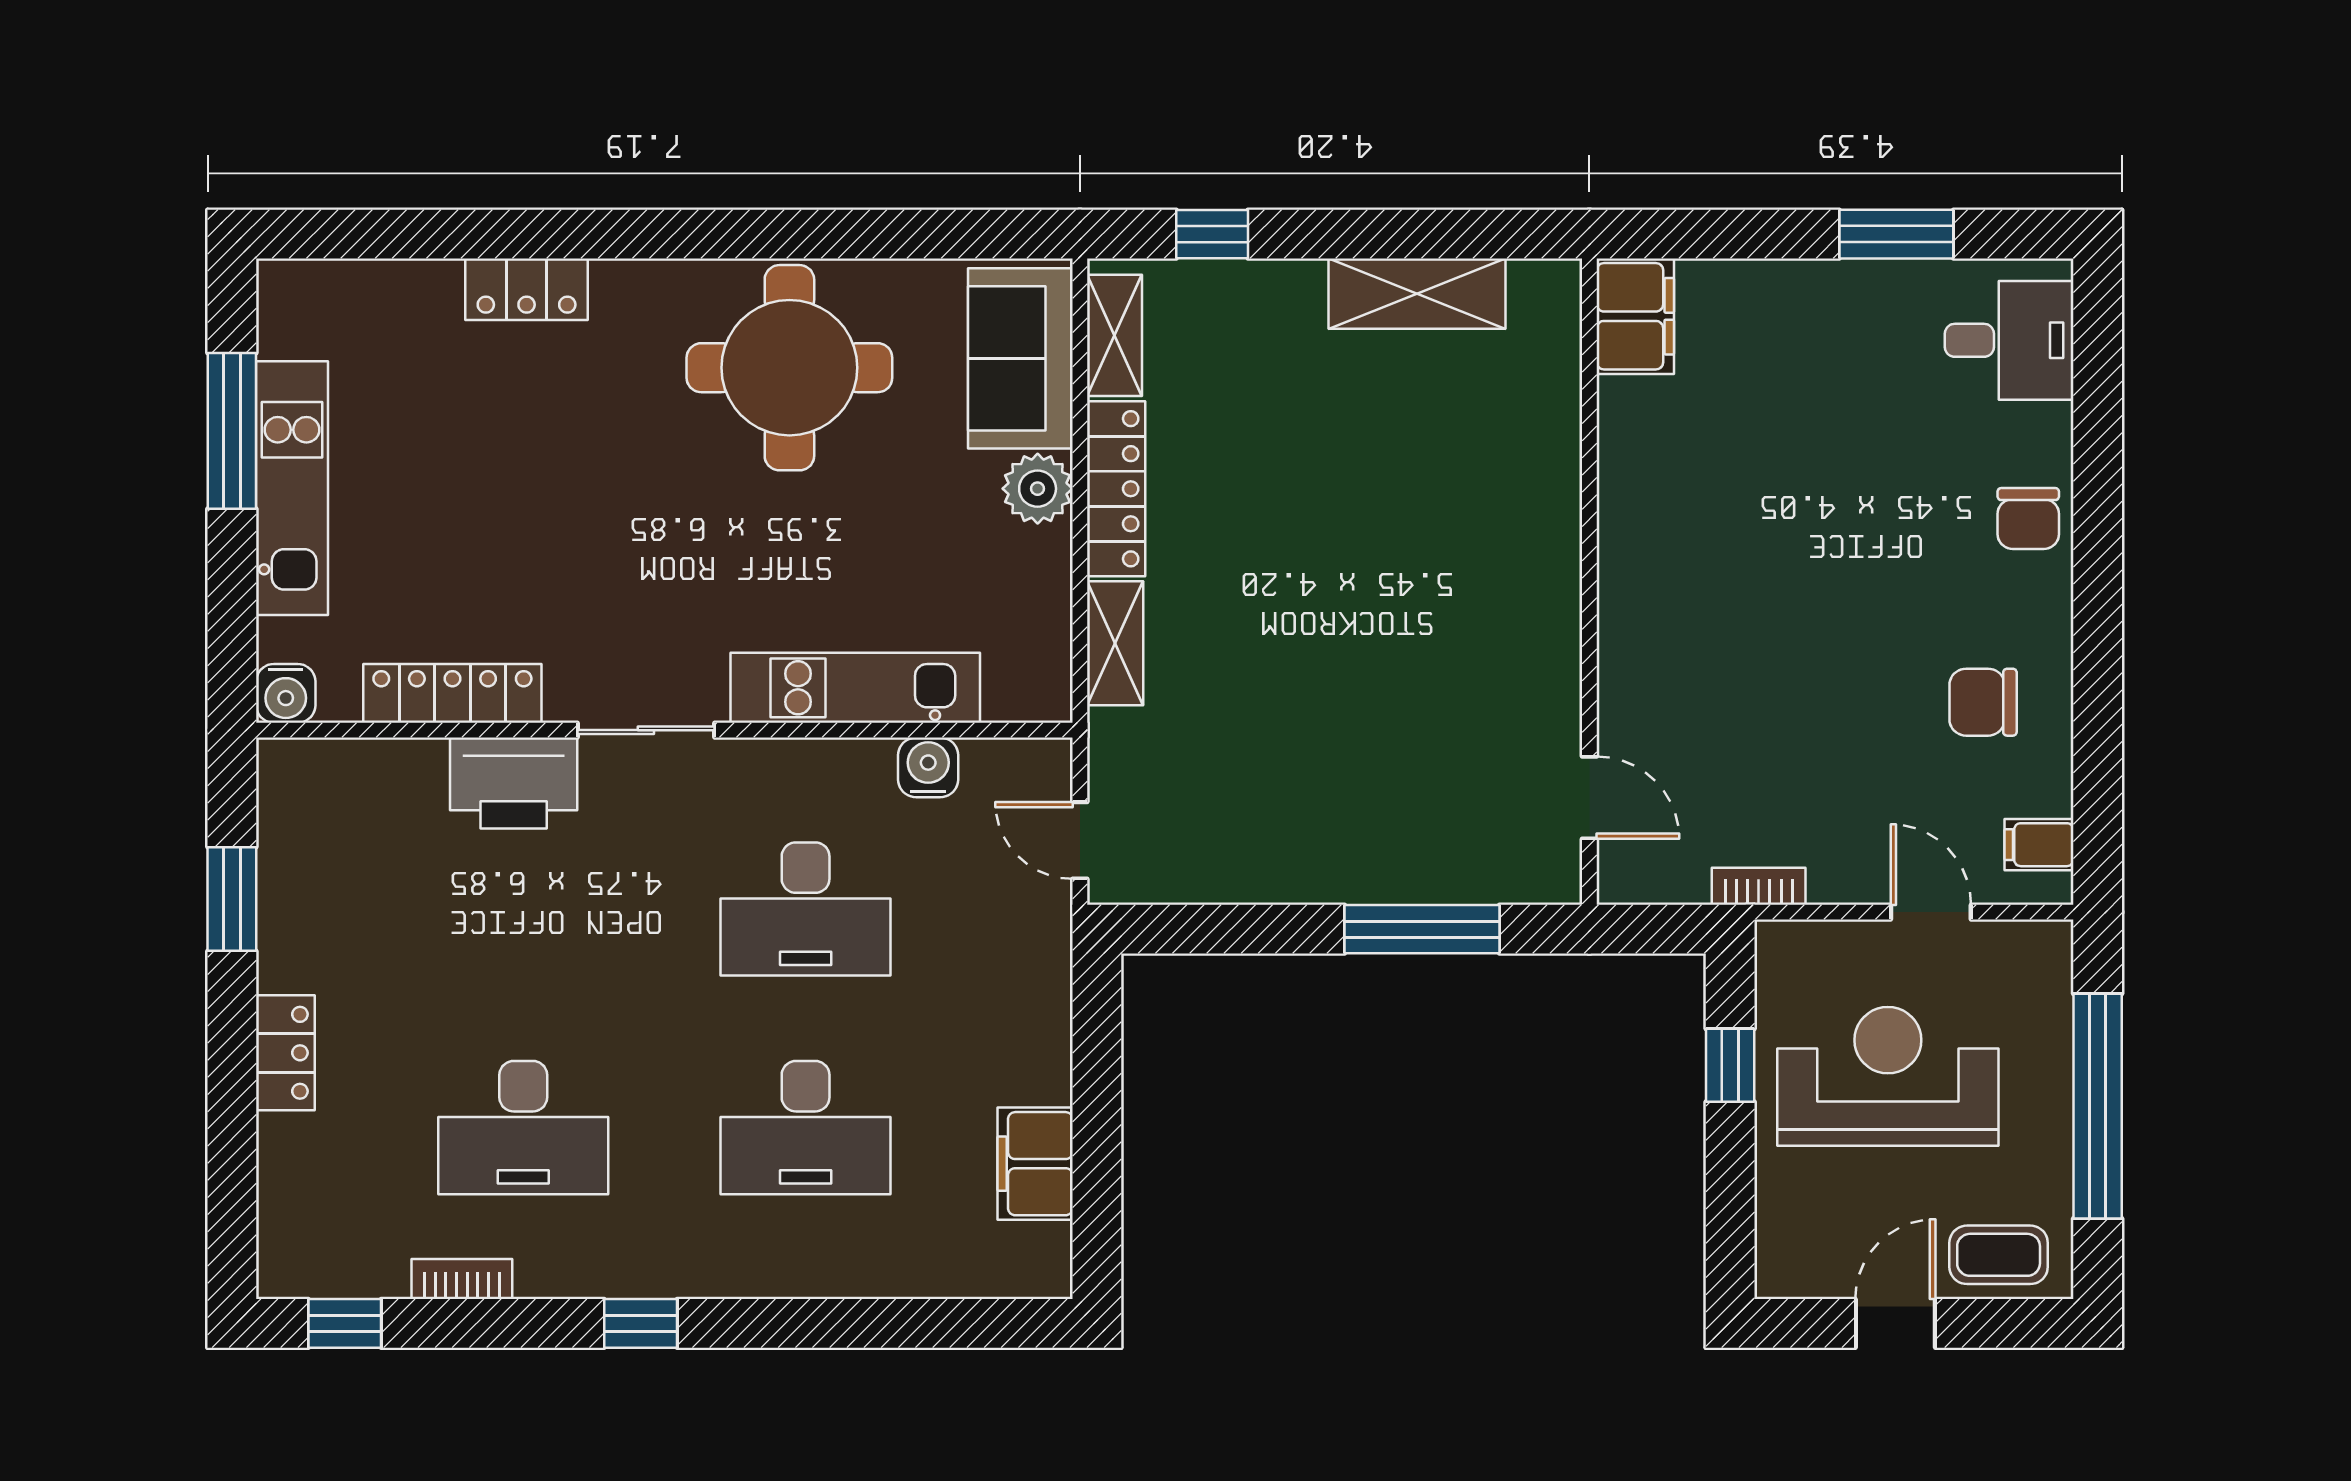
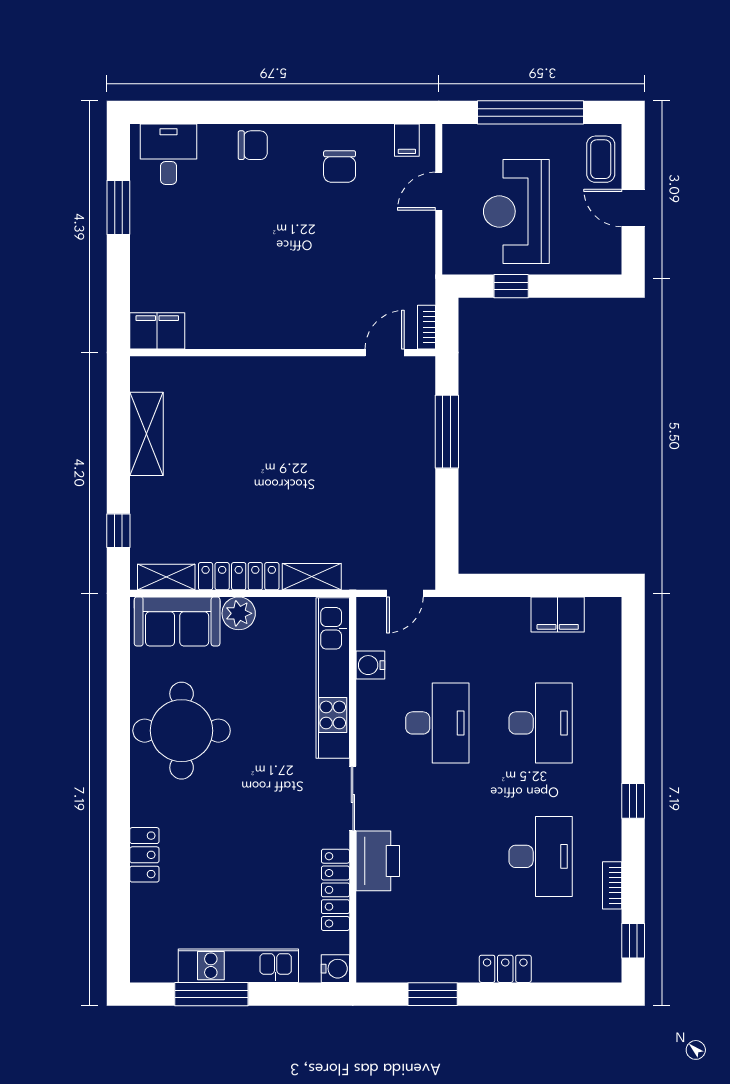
kitchen unit: (855, 688) -> (333, 678), width x1.36
bookcase: (1759, 886) -> (427, 327), moved

